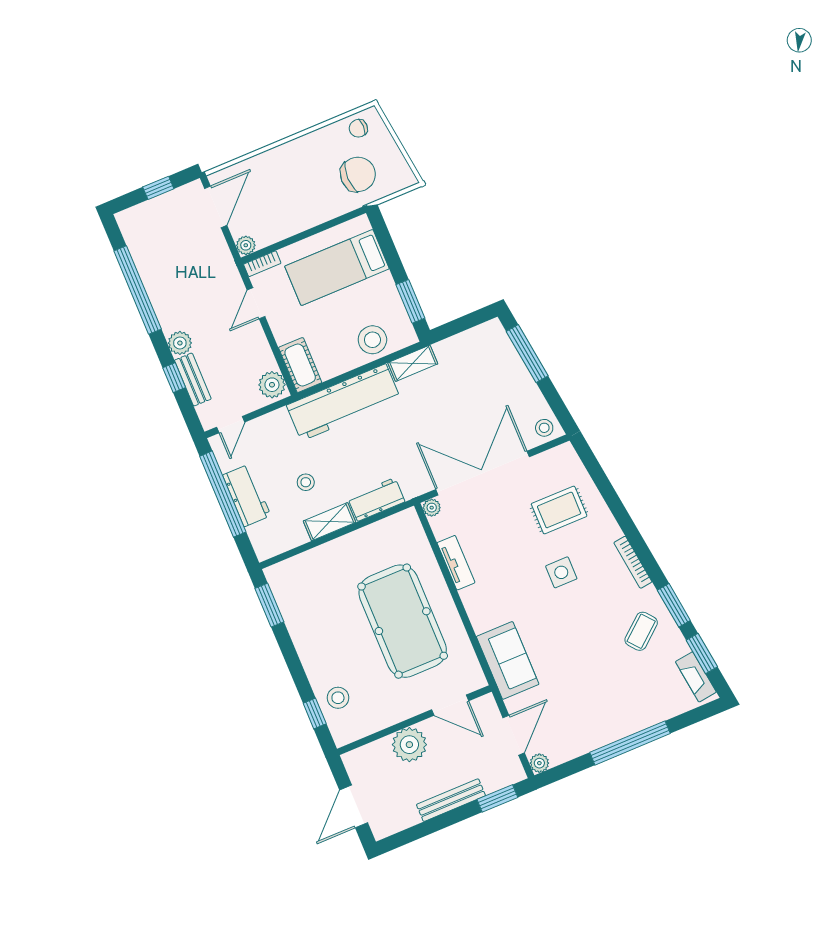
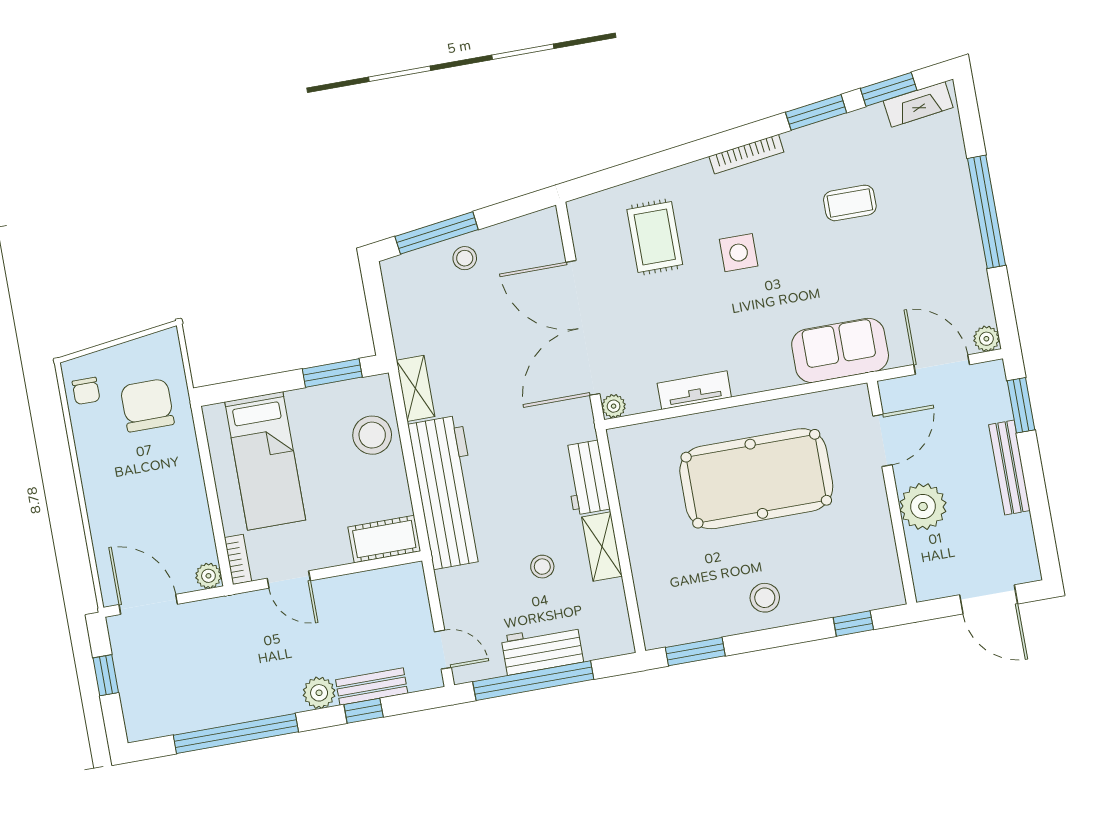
plant: (272, 385) -> (402, 582), removed
stool: (544, 428) -> (465, 258), moved
coffee table: (641, 631) -> (850, 203), moved, turned -50
stool: (338, 698) -> (765, 598), moved

